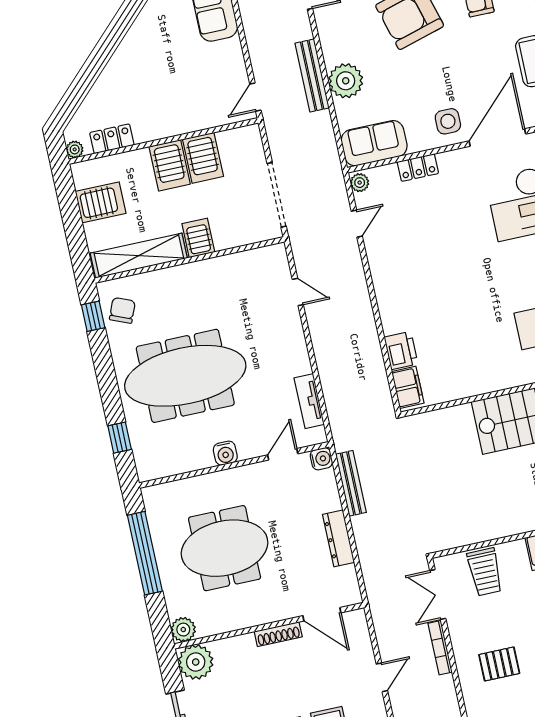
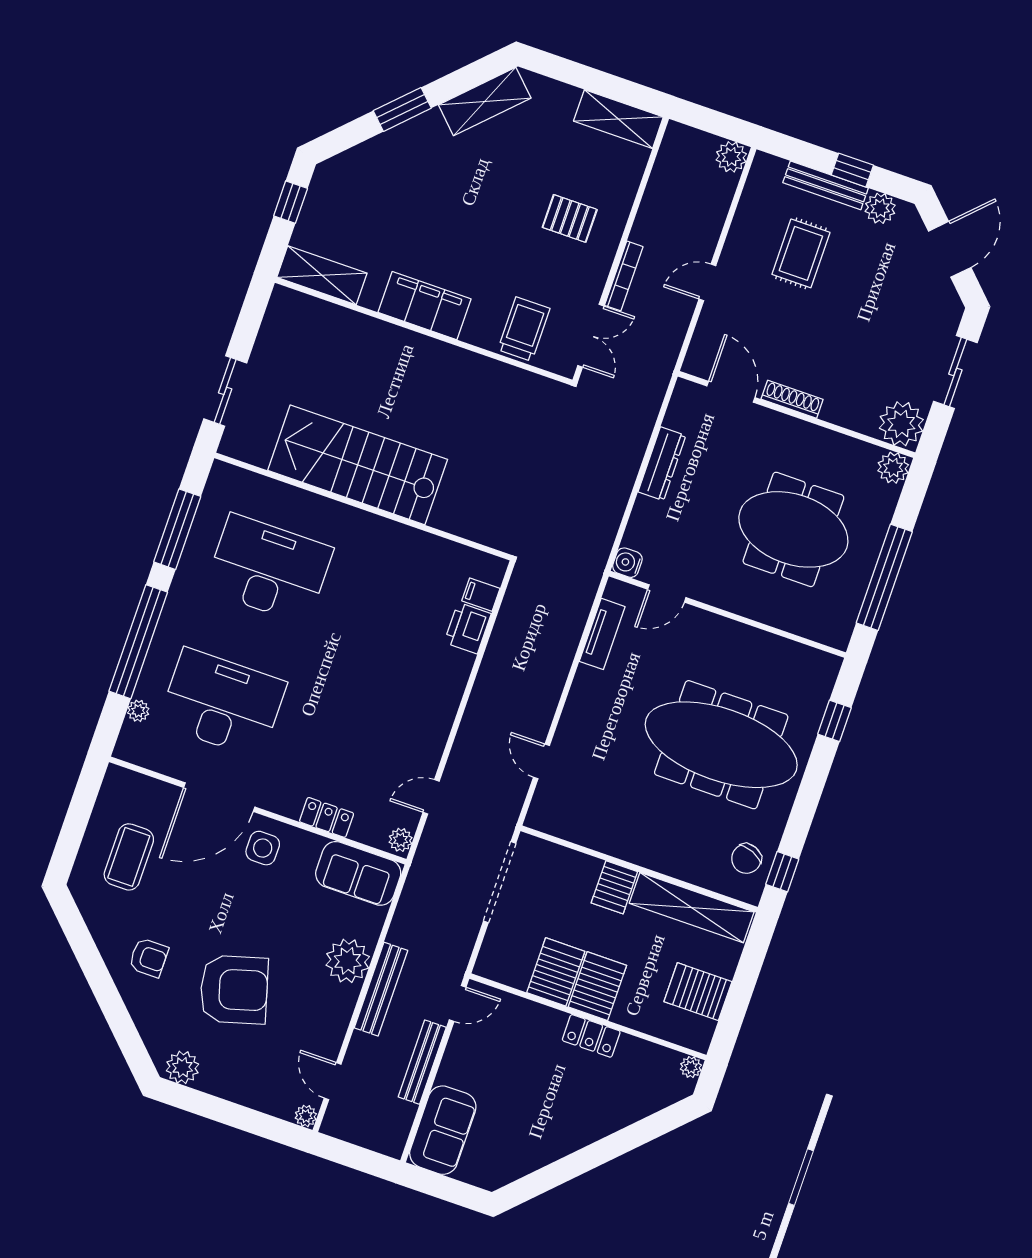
locker: (112, 139) -> (591, 1036), moved
filing cabinet: (408, 387) -> (481, 595), width x0.50
water cooler: (225, 453) -> (729, 633), removed
bench: (351, 483) -> (422, 1062), moved

